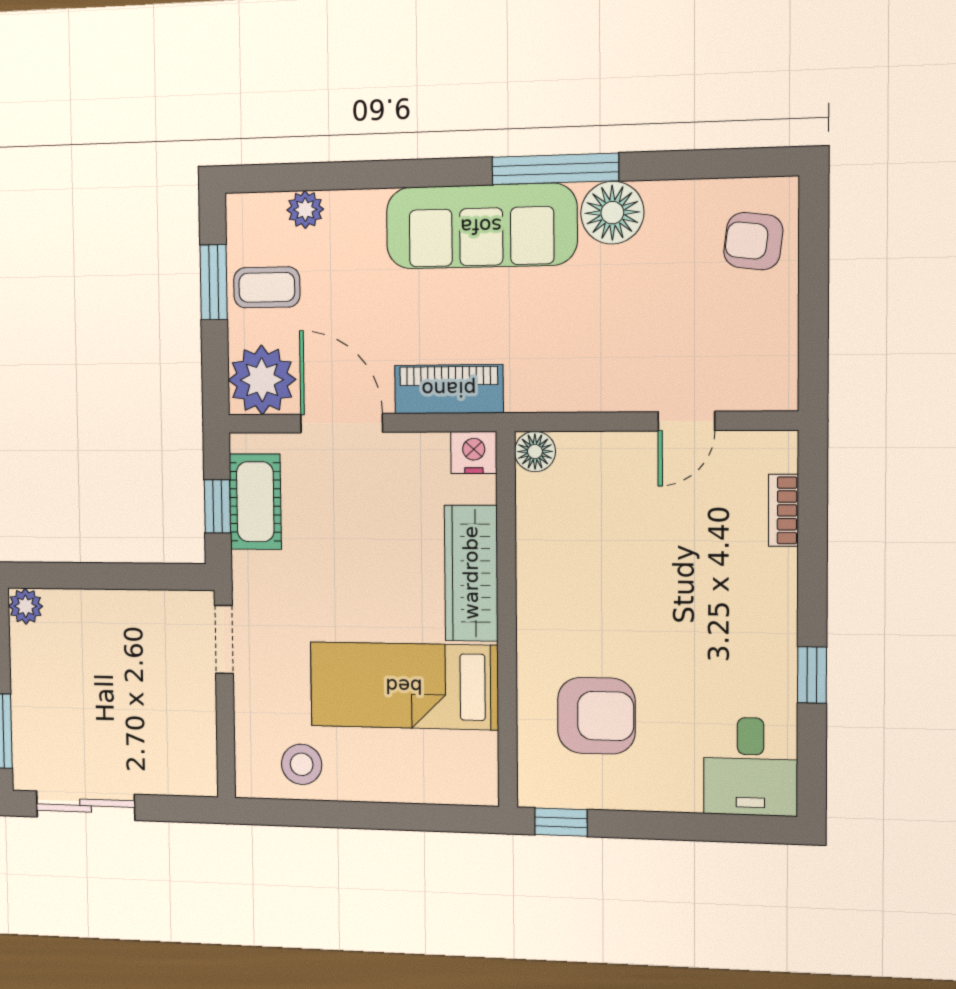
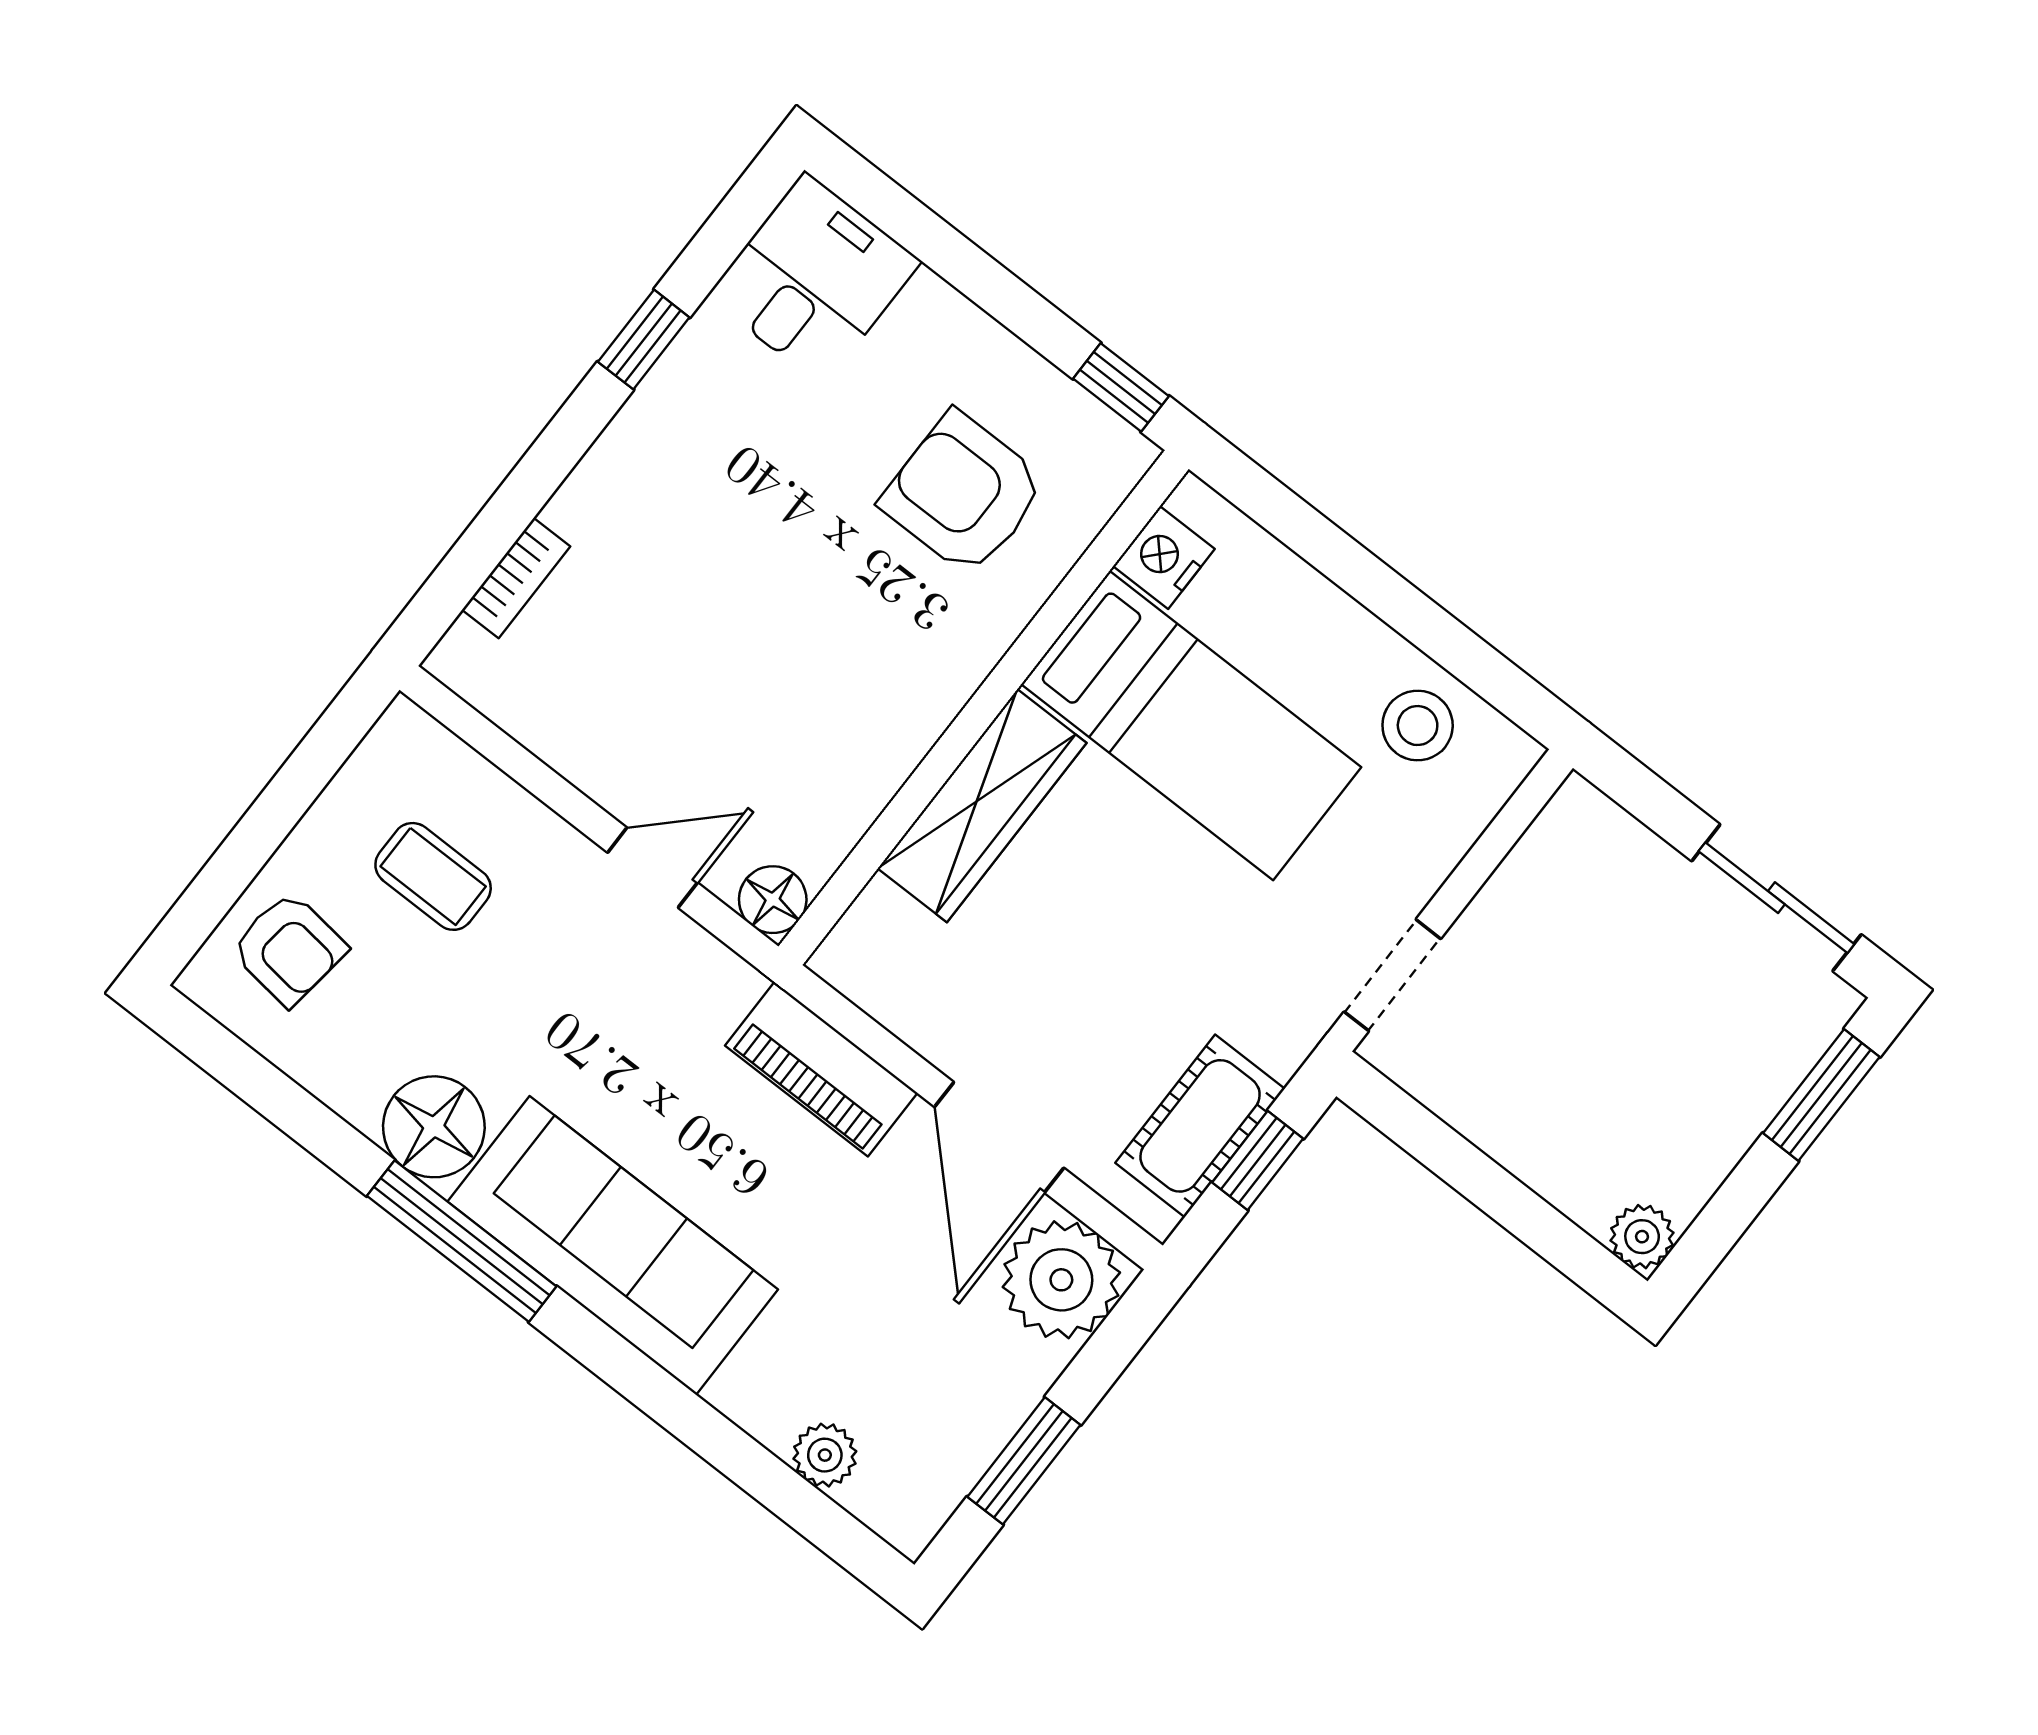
coffee table: (267, 287) -> (433, 876), moved
door: (686, 421) -> (653, 868), moved
nightstand: (474, 453) -> (1164, 557), moved, turned 90

